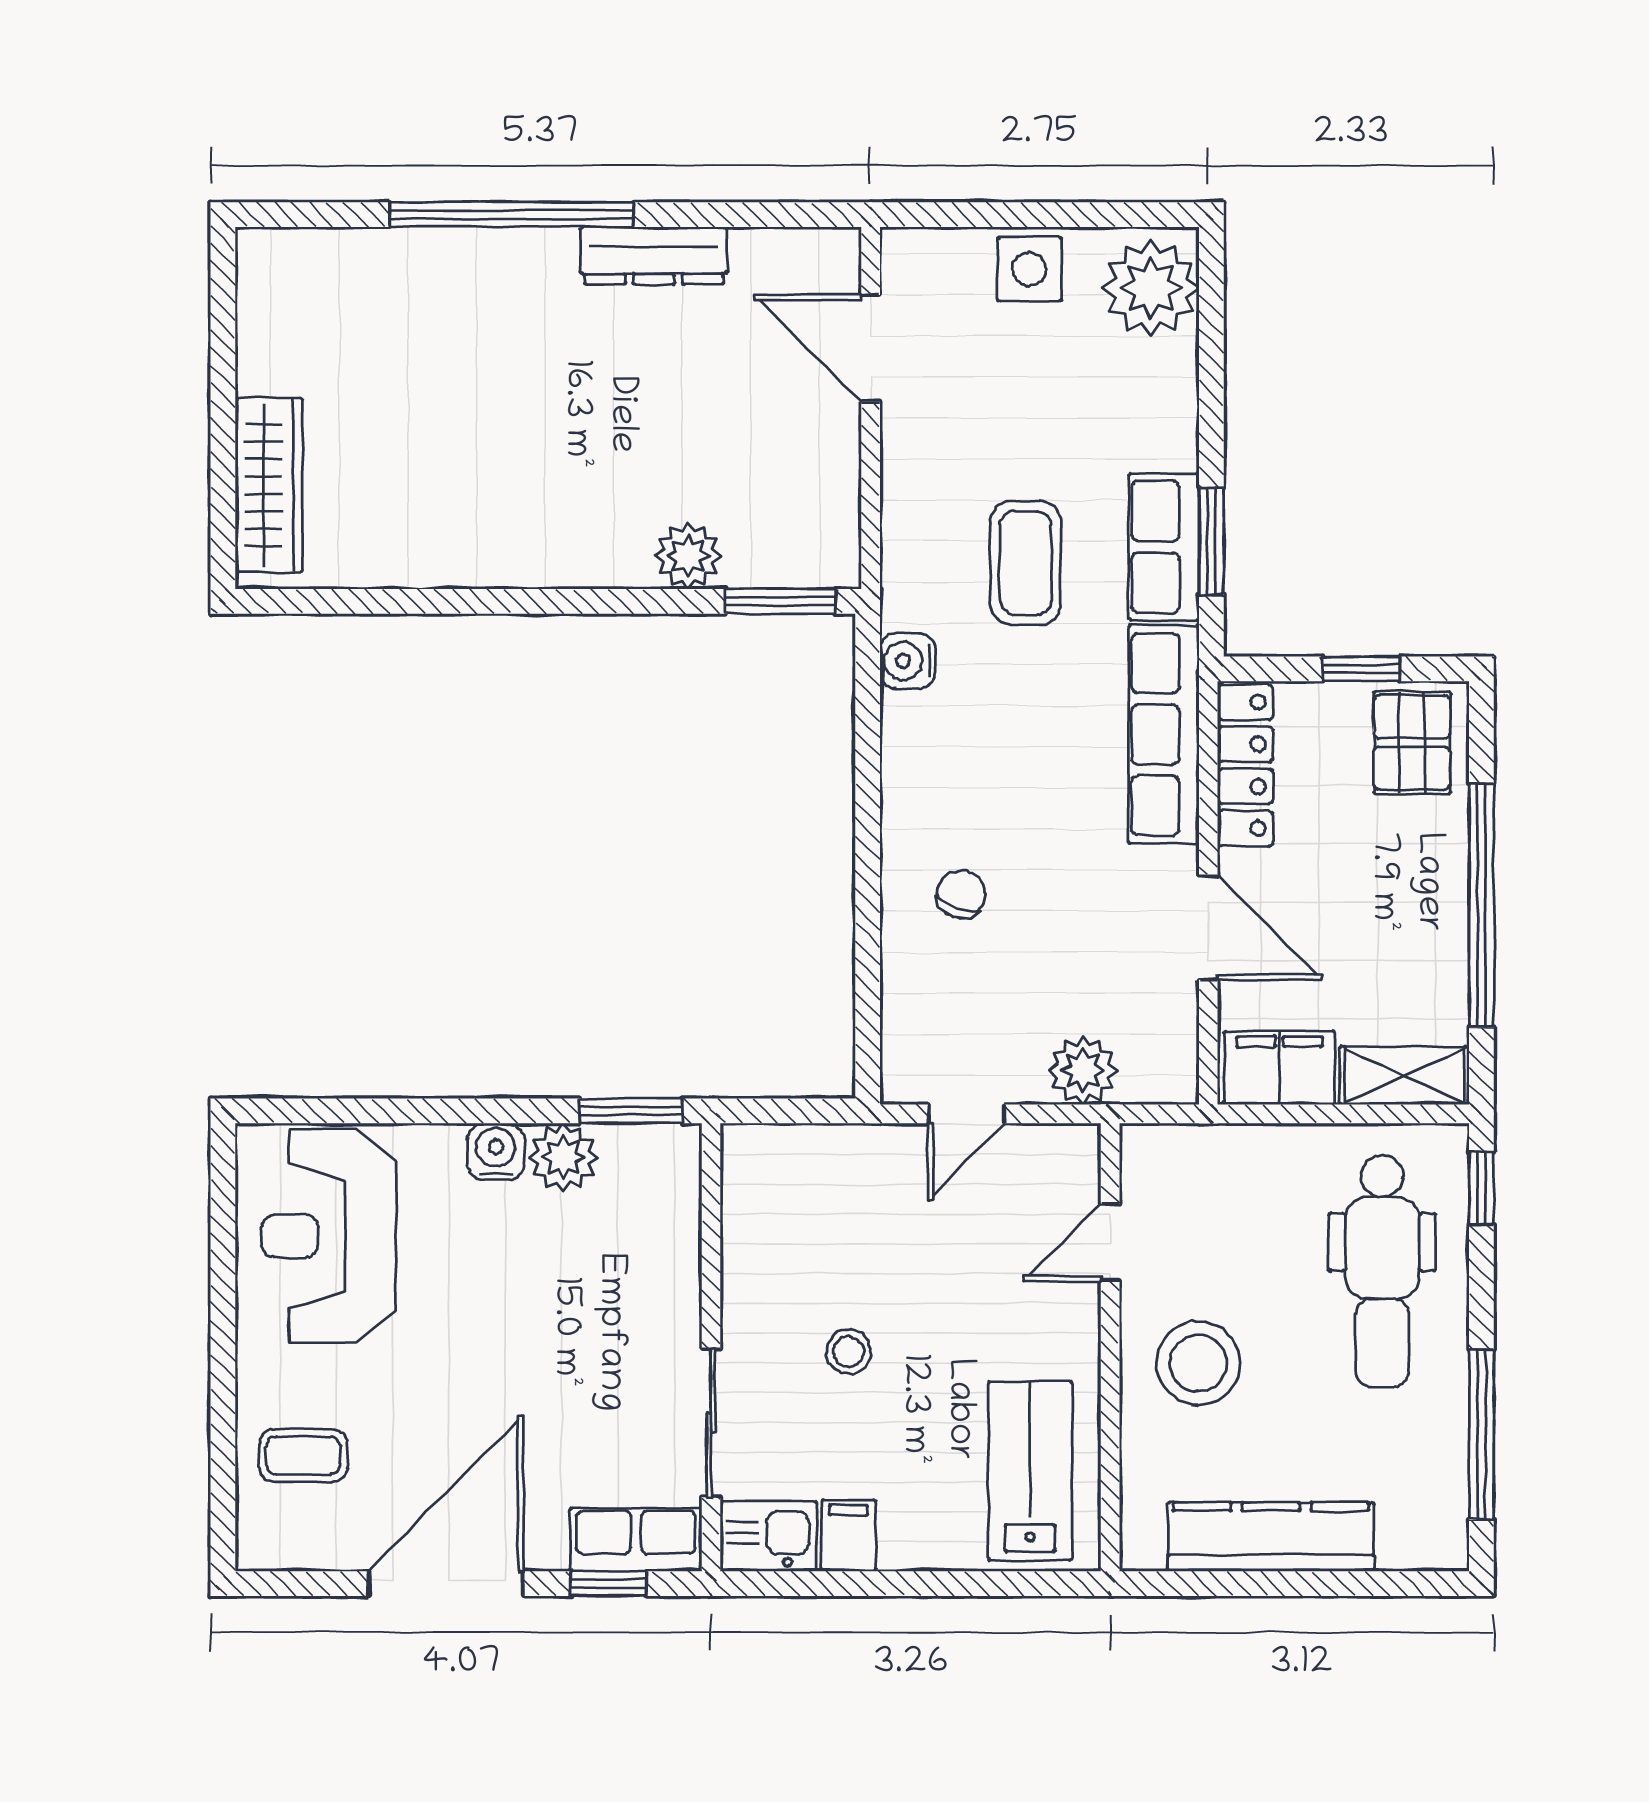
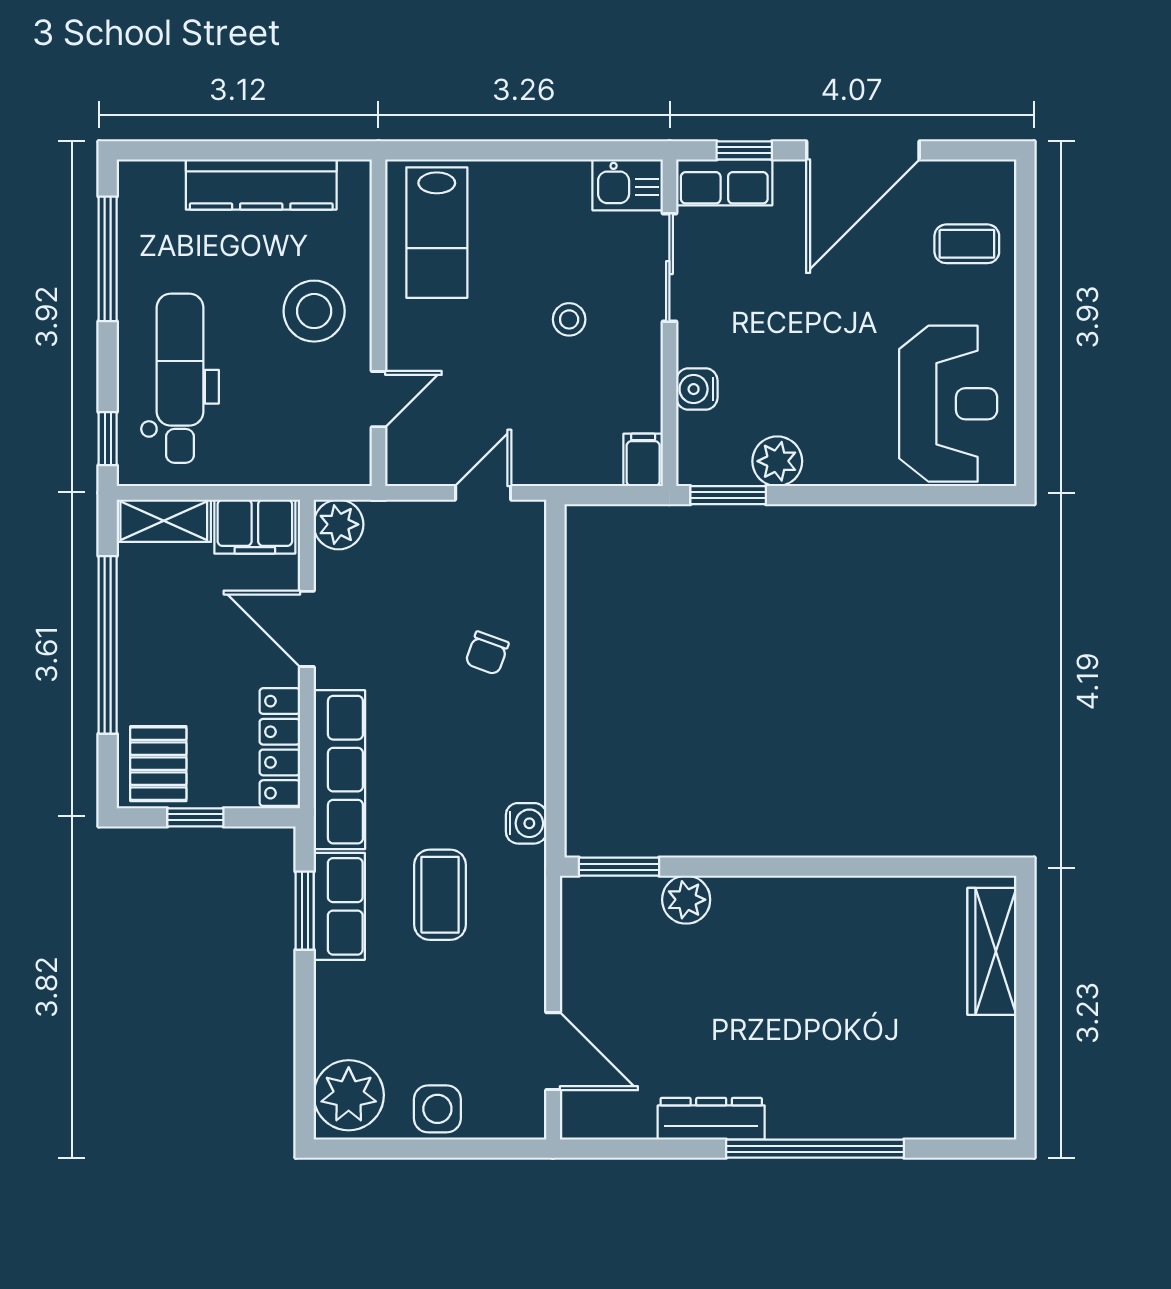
plant: (1083, 1071) -> (339, 524), moved
water cooler: (496, 1152) -> (697, 389), moved, turned 90
filing cabinet: (849, 1535) -> (643, 460), moved, turned 180

